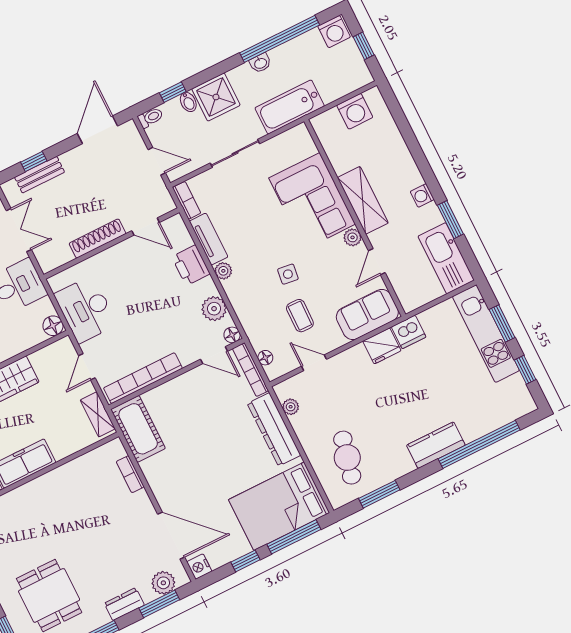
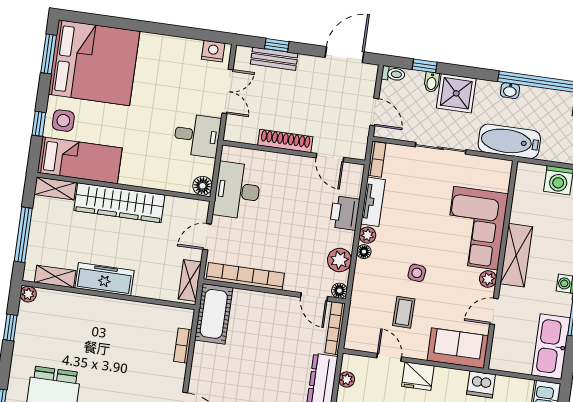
fridge: (382, 346) -> (418, 376), moved
floor lamp: (265, 358) -> (364, 252), moved

